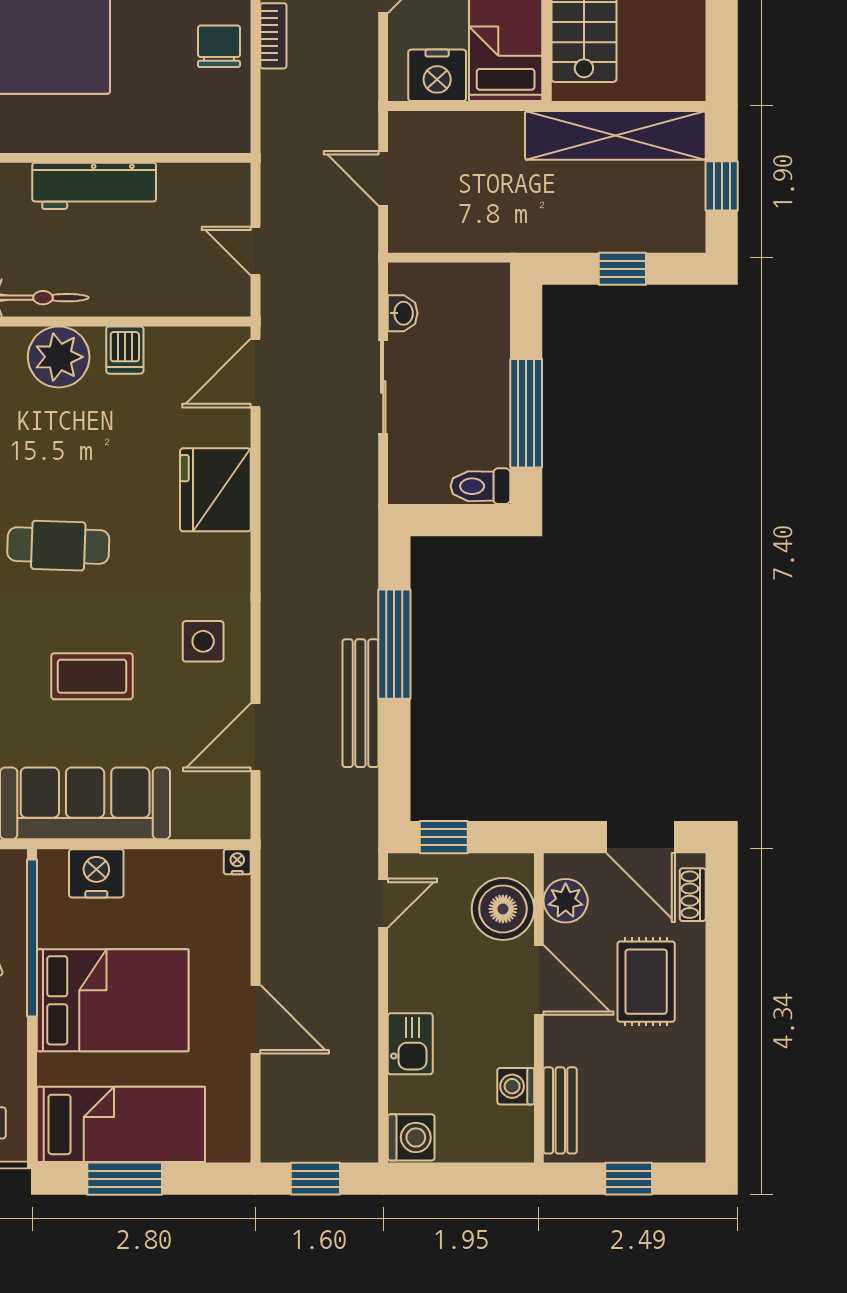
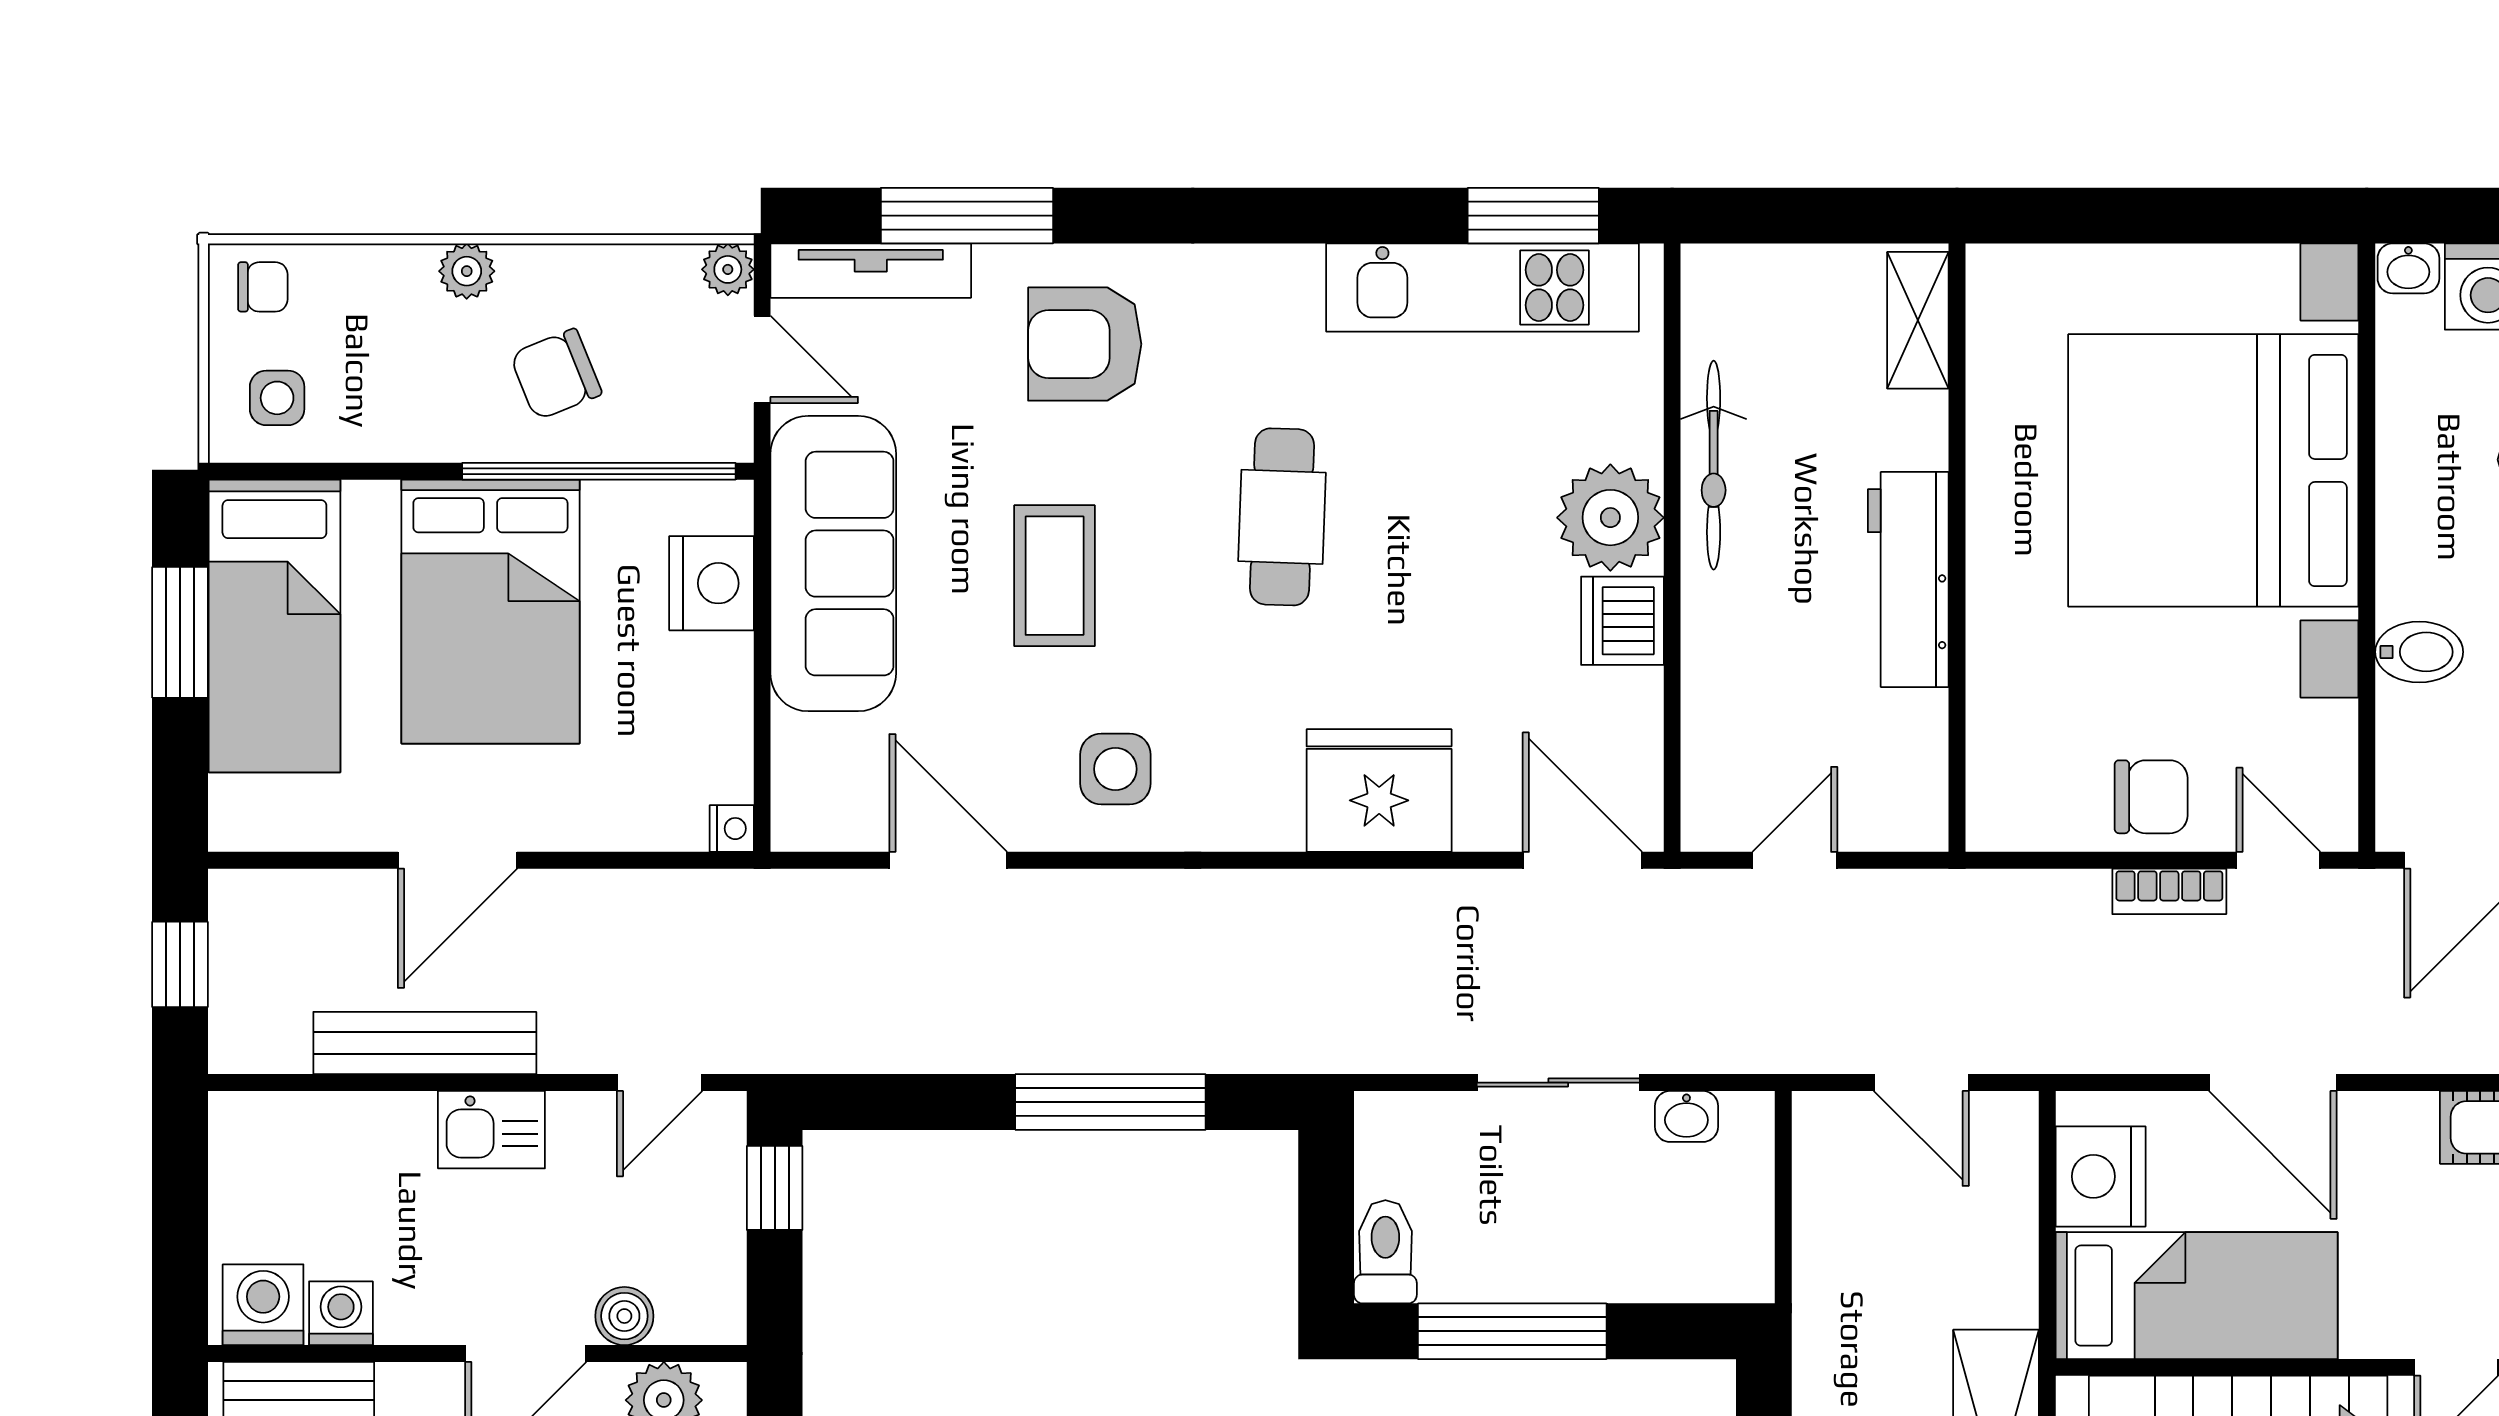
door: (383, 178) -> (1921, 1083), swing flipped
dishwasher: (125, 350) -> (1622, 621), width x1.38
bench: (360, 703) -> (425, 1043), moved
door: (383, 903) -> (660, 1083), hinge flipped
boiler: (503, 909) -> (624, 1316), width x0.54, depth x0.54
kitchen sink: (410, 1044) -> (491, 1130), moved
washing machine: (411, 1137) -> (263, 1305), moved, turned 180

